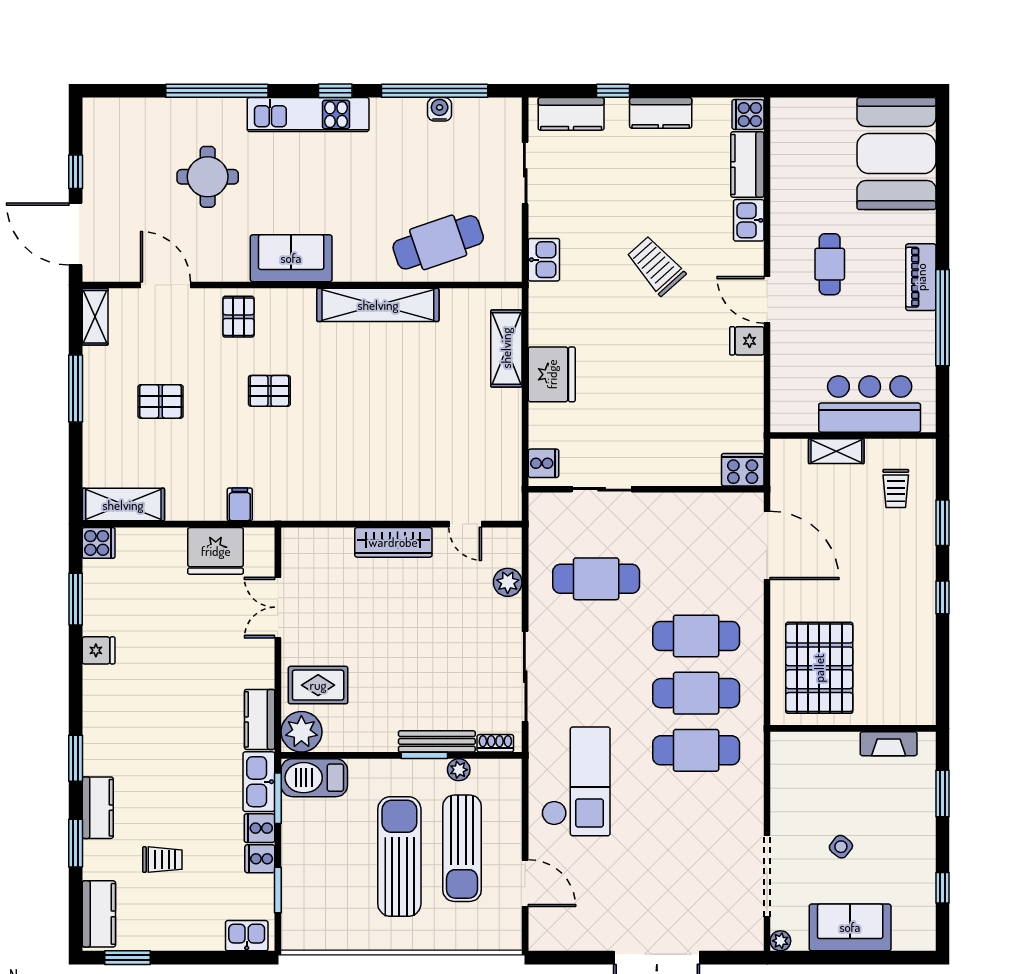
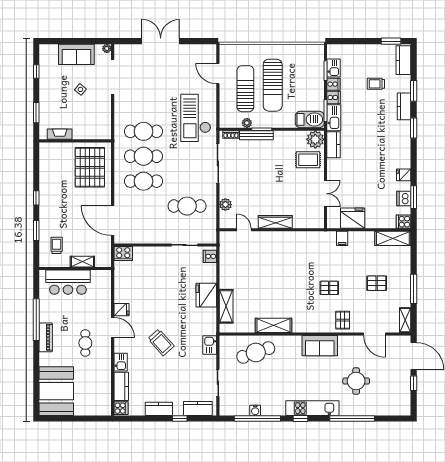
shelving: (378, 305) -> (274, 325), width x0.68
dishwasher: (98, 596) -> (404, 199), added
kitchen sink: (247, 936) -> (334, 68), moved, turned -90

